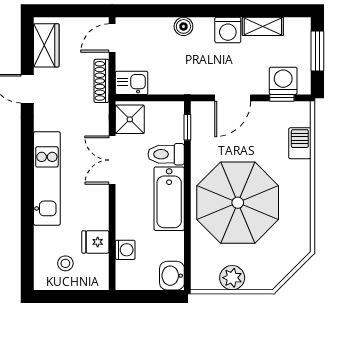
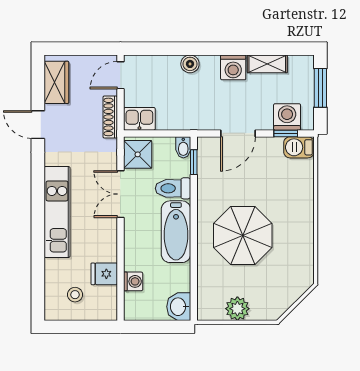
bidet: (177, 112) -> (183, 147), added
barbecue: (300, 143) -> (299, 147), moved, turned -90
parasol: (238, 203) -> (243, 236), width x0.73, depth x0.73

